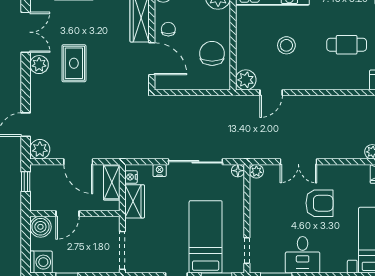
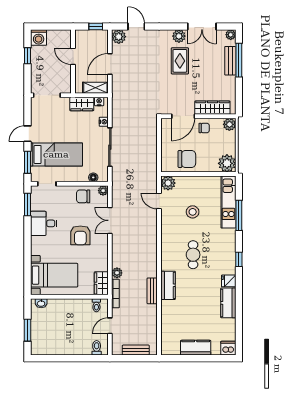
rug: (74, 63) -> (180, 61), turned 90
floor lamp: (238, 171) -> (93, 177), moved
chair: (265, 199) -> (83, 196), added
boiler: (40, 227) -> (64, 37), removed

